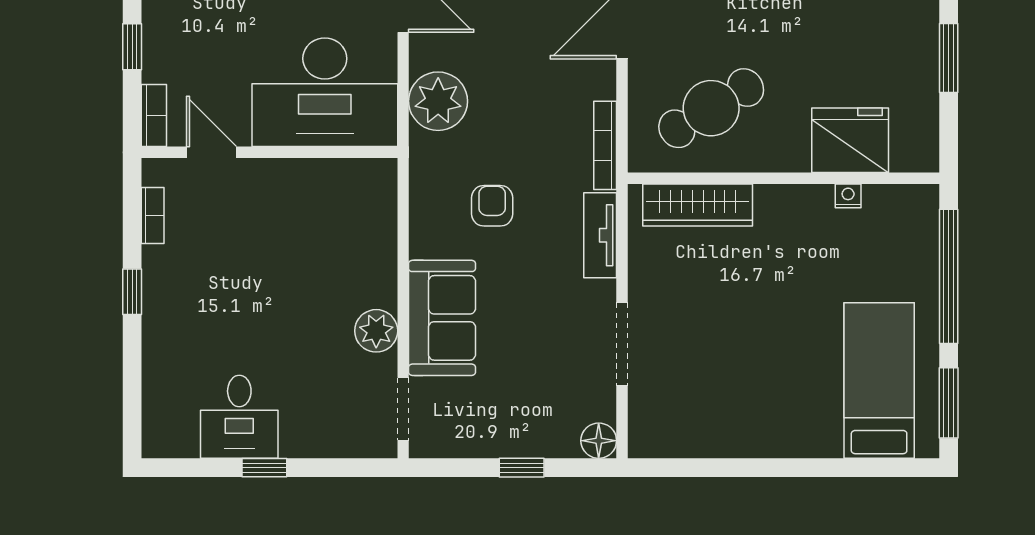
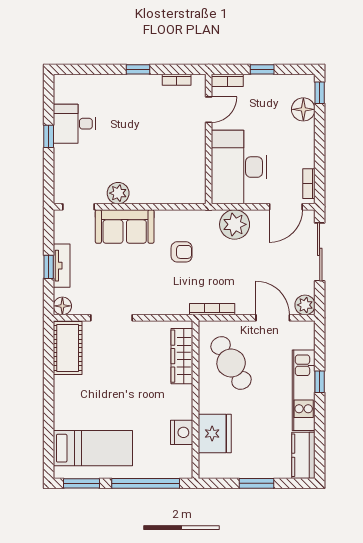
nightstand: (848, 196) -> (182, 432), width x1.89, depth x1.79
tv unit: (600, 235) -> (62, 266), moved, turned 90
cot: (682, 430) -> (68, 348), added

